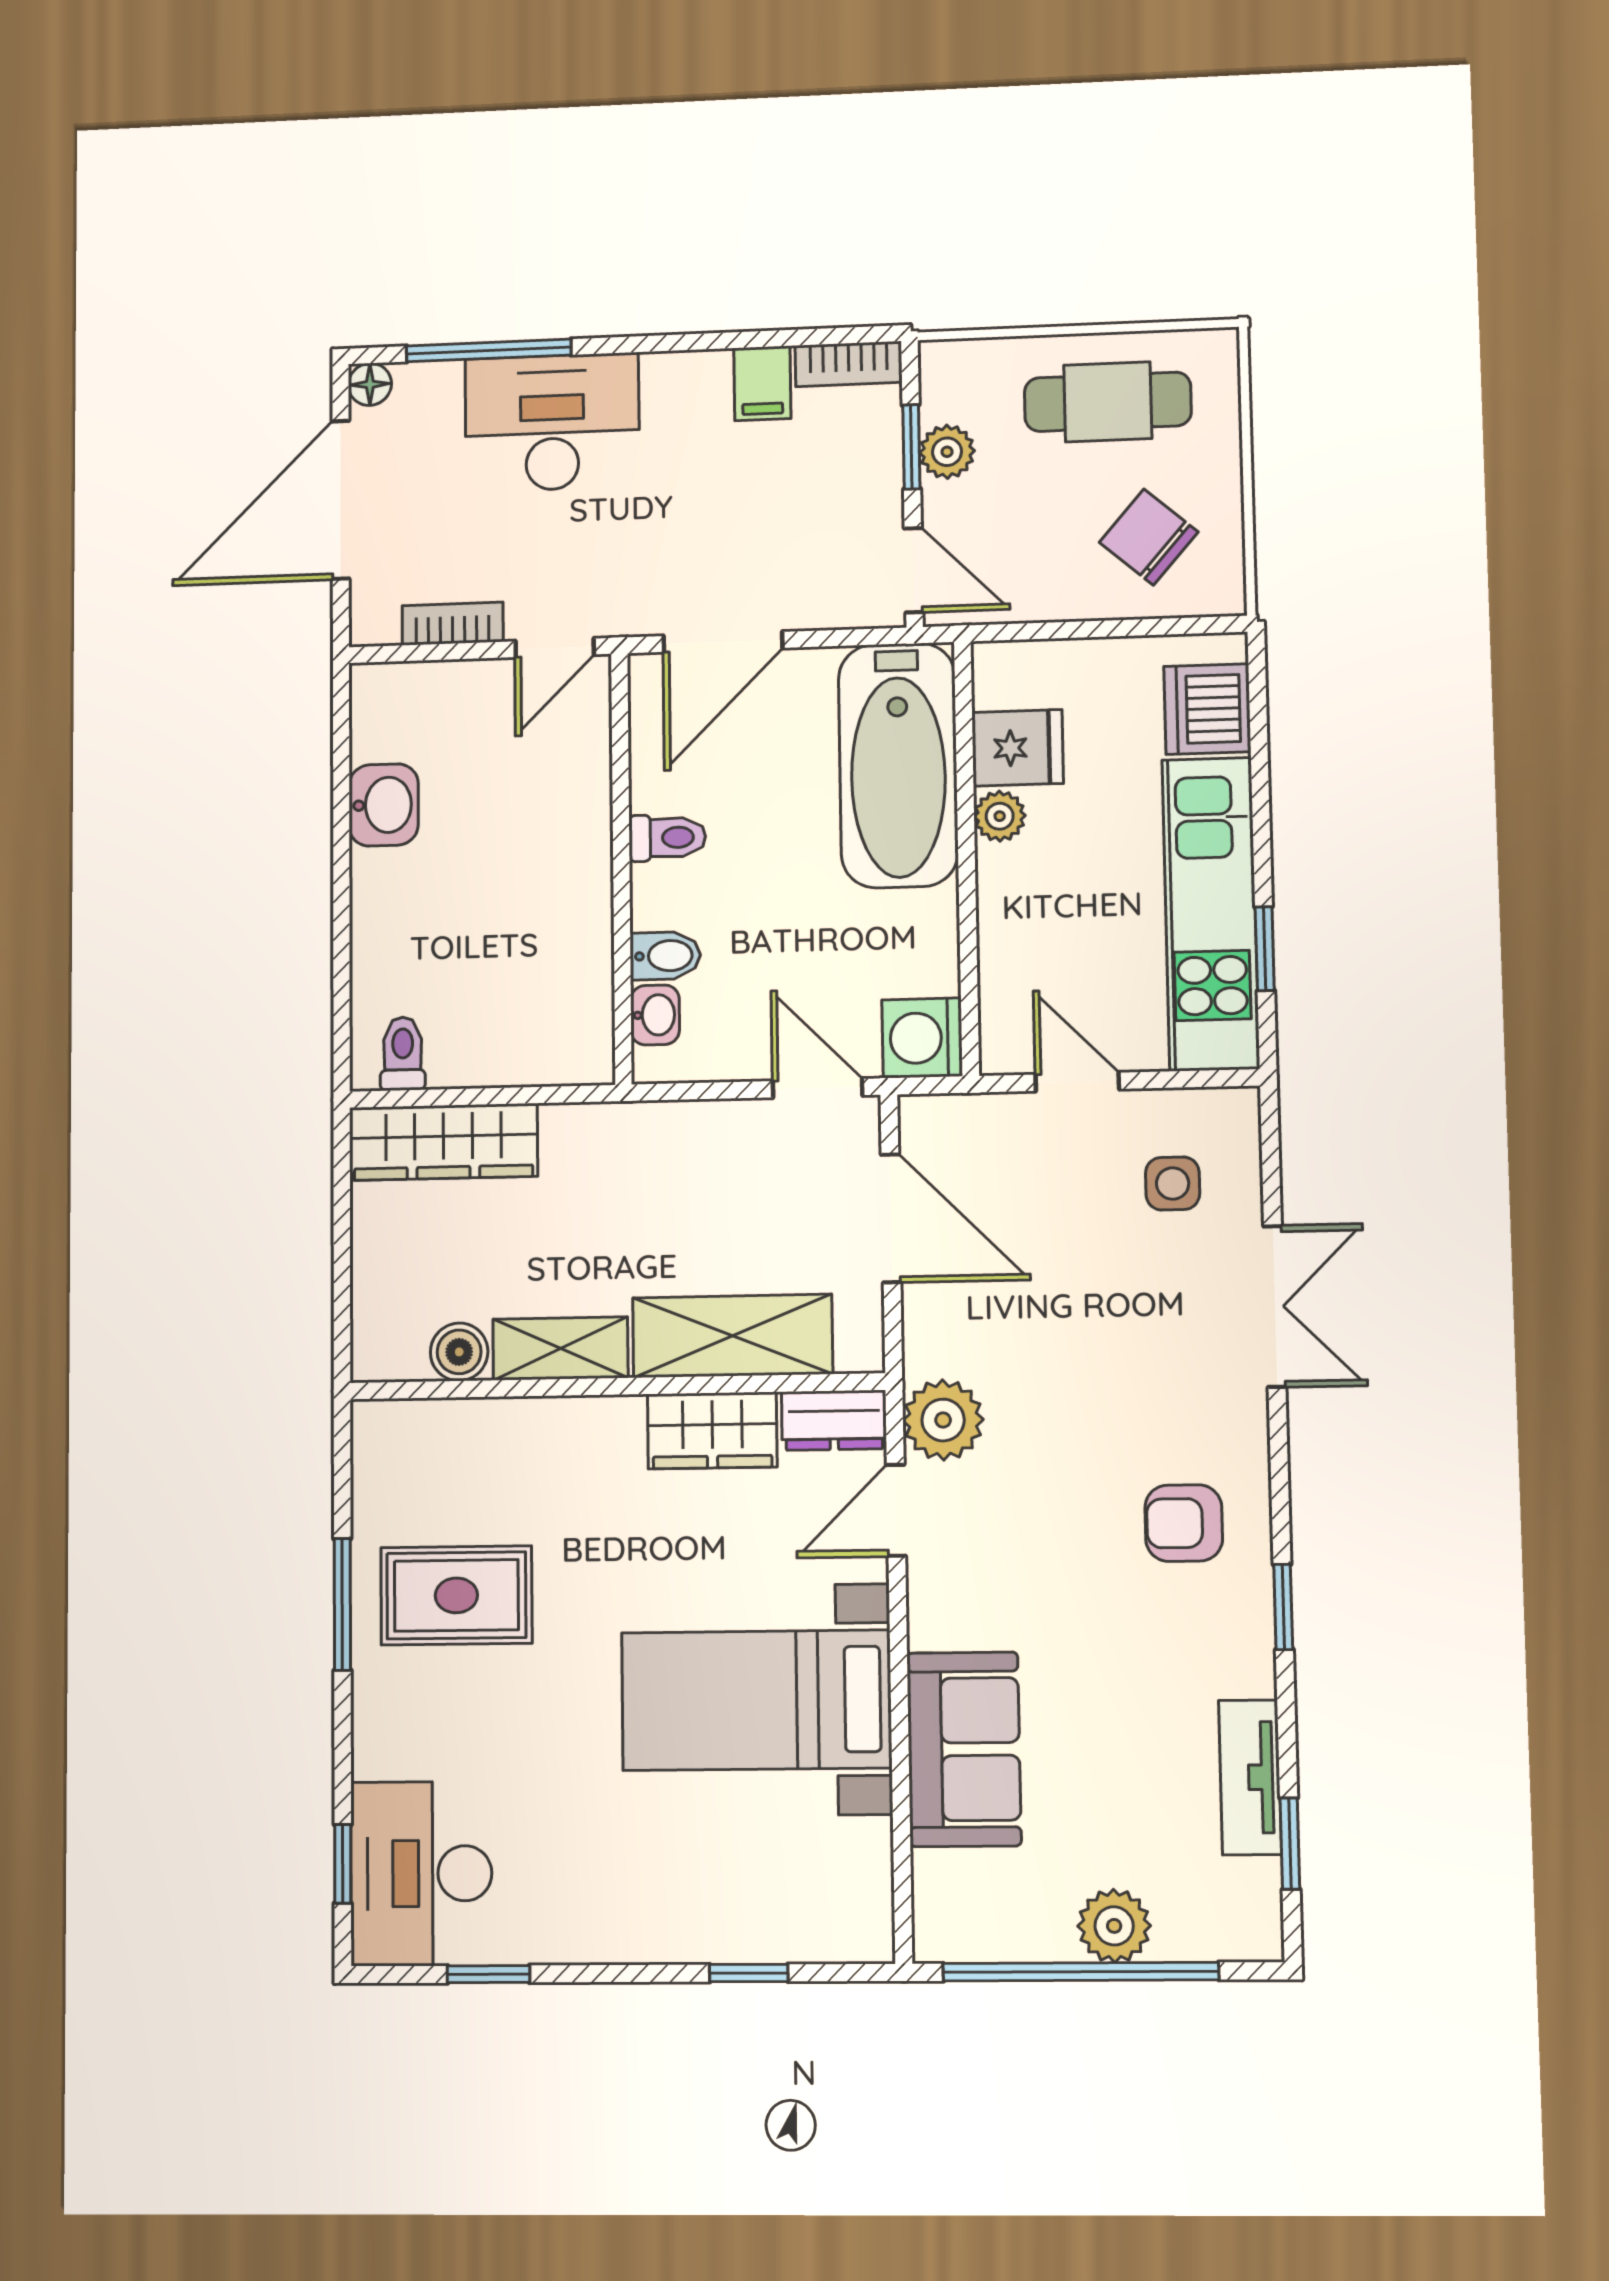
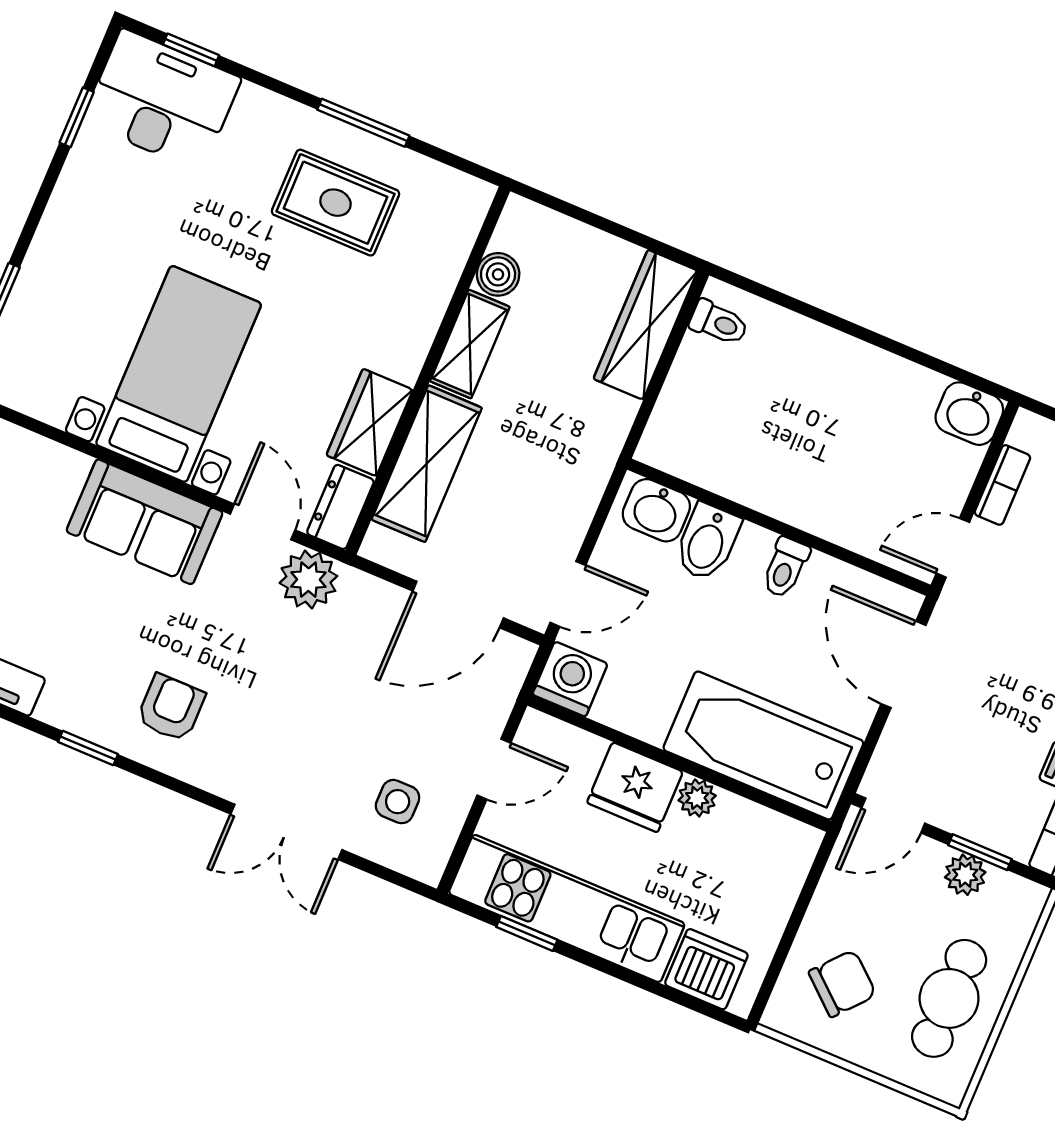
door: (555, 648) -> (953, 548), hinge flipped
fridge: (1018, 748) -> (635, 787), moved, width x1.38
washbasin: (384, 805) -> (969, 414), moved
bidet: (665, 956) -> (707, 542), width x1.38, depth x1.36
washbasin: (655, 1015) -> (656, 510), width x1.38, depth x1.45
rug: (456, 1595) -> (335, 203), turned 90
sofa: (964, 1749) -> (145, 522), moved

